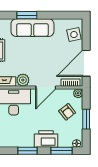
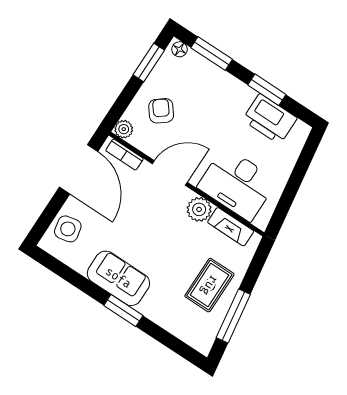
sofa: (32, 28) -> (118, 278), width x0.73
door: (86, 63) -> (79, 169), hinge flipped
window: (86, 119) -> (149, 63), moved
printer: (46, 139) -> (270, 119), moved

